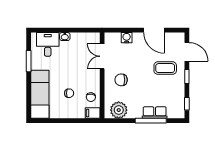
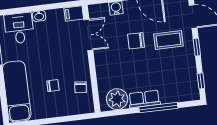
double door: (102, 56) -> (88, 35), swing flipped
chair: (121, 80) -> (136, 41), moved
filing cabinet: (93, 113) -> (74, 13), moved
row of seats: (155, 113) -> (144, 99), moved

